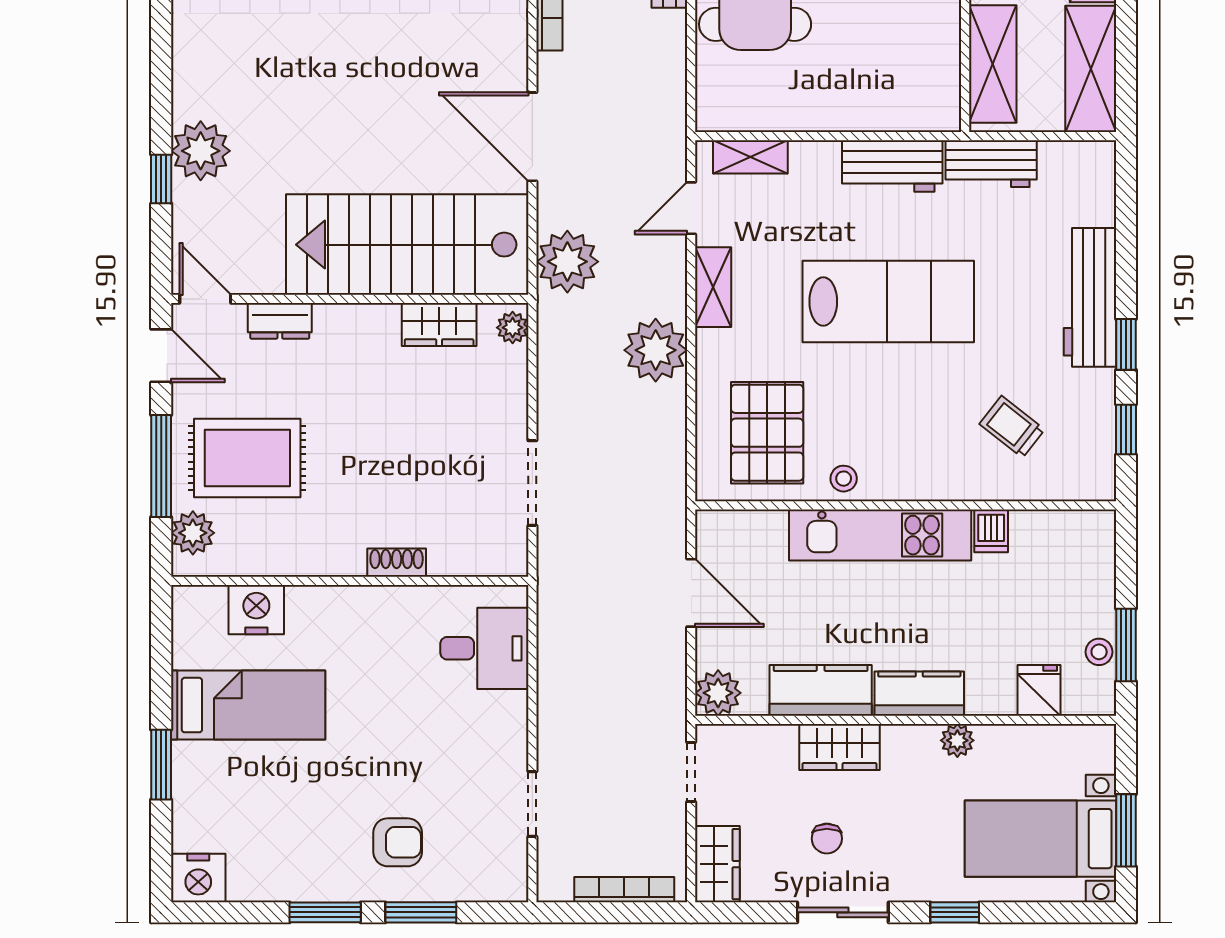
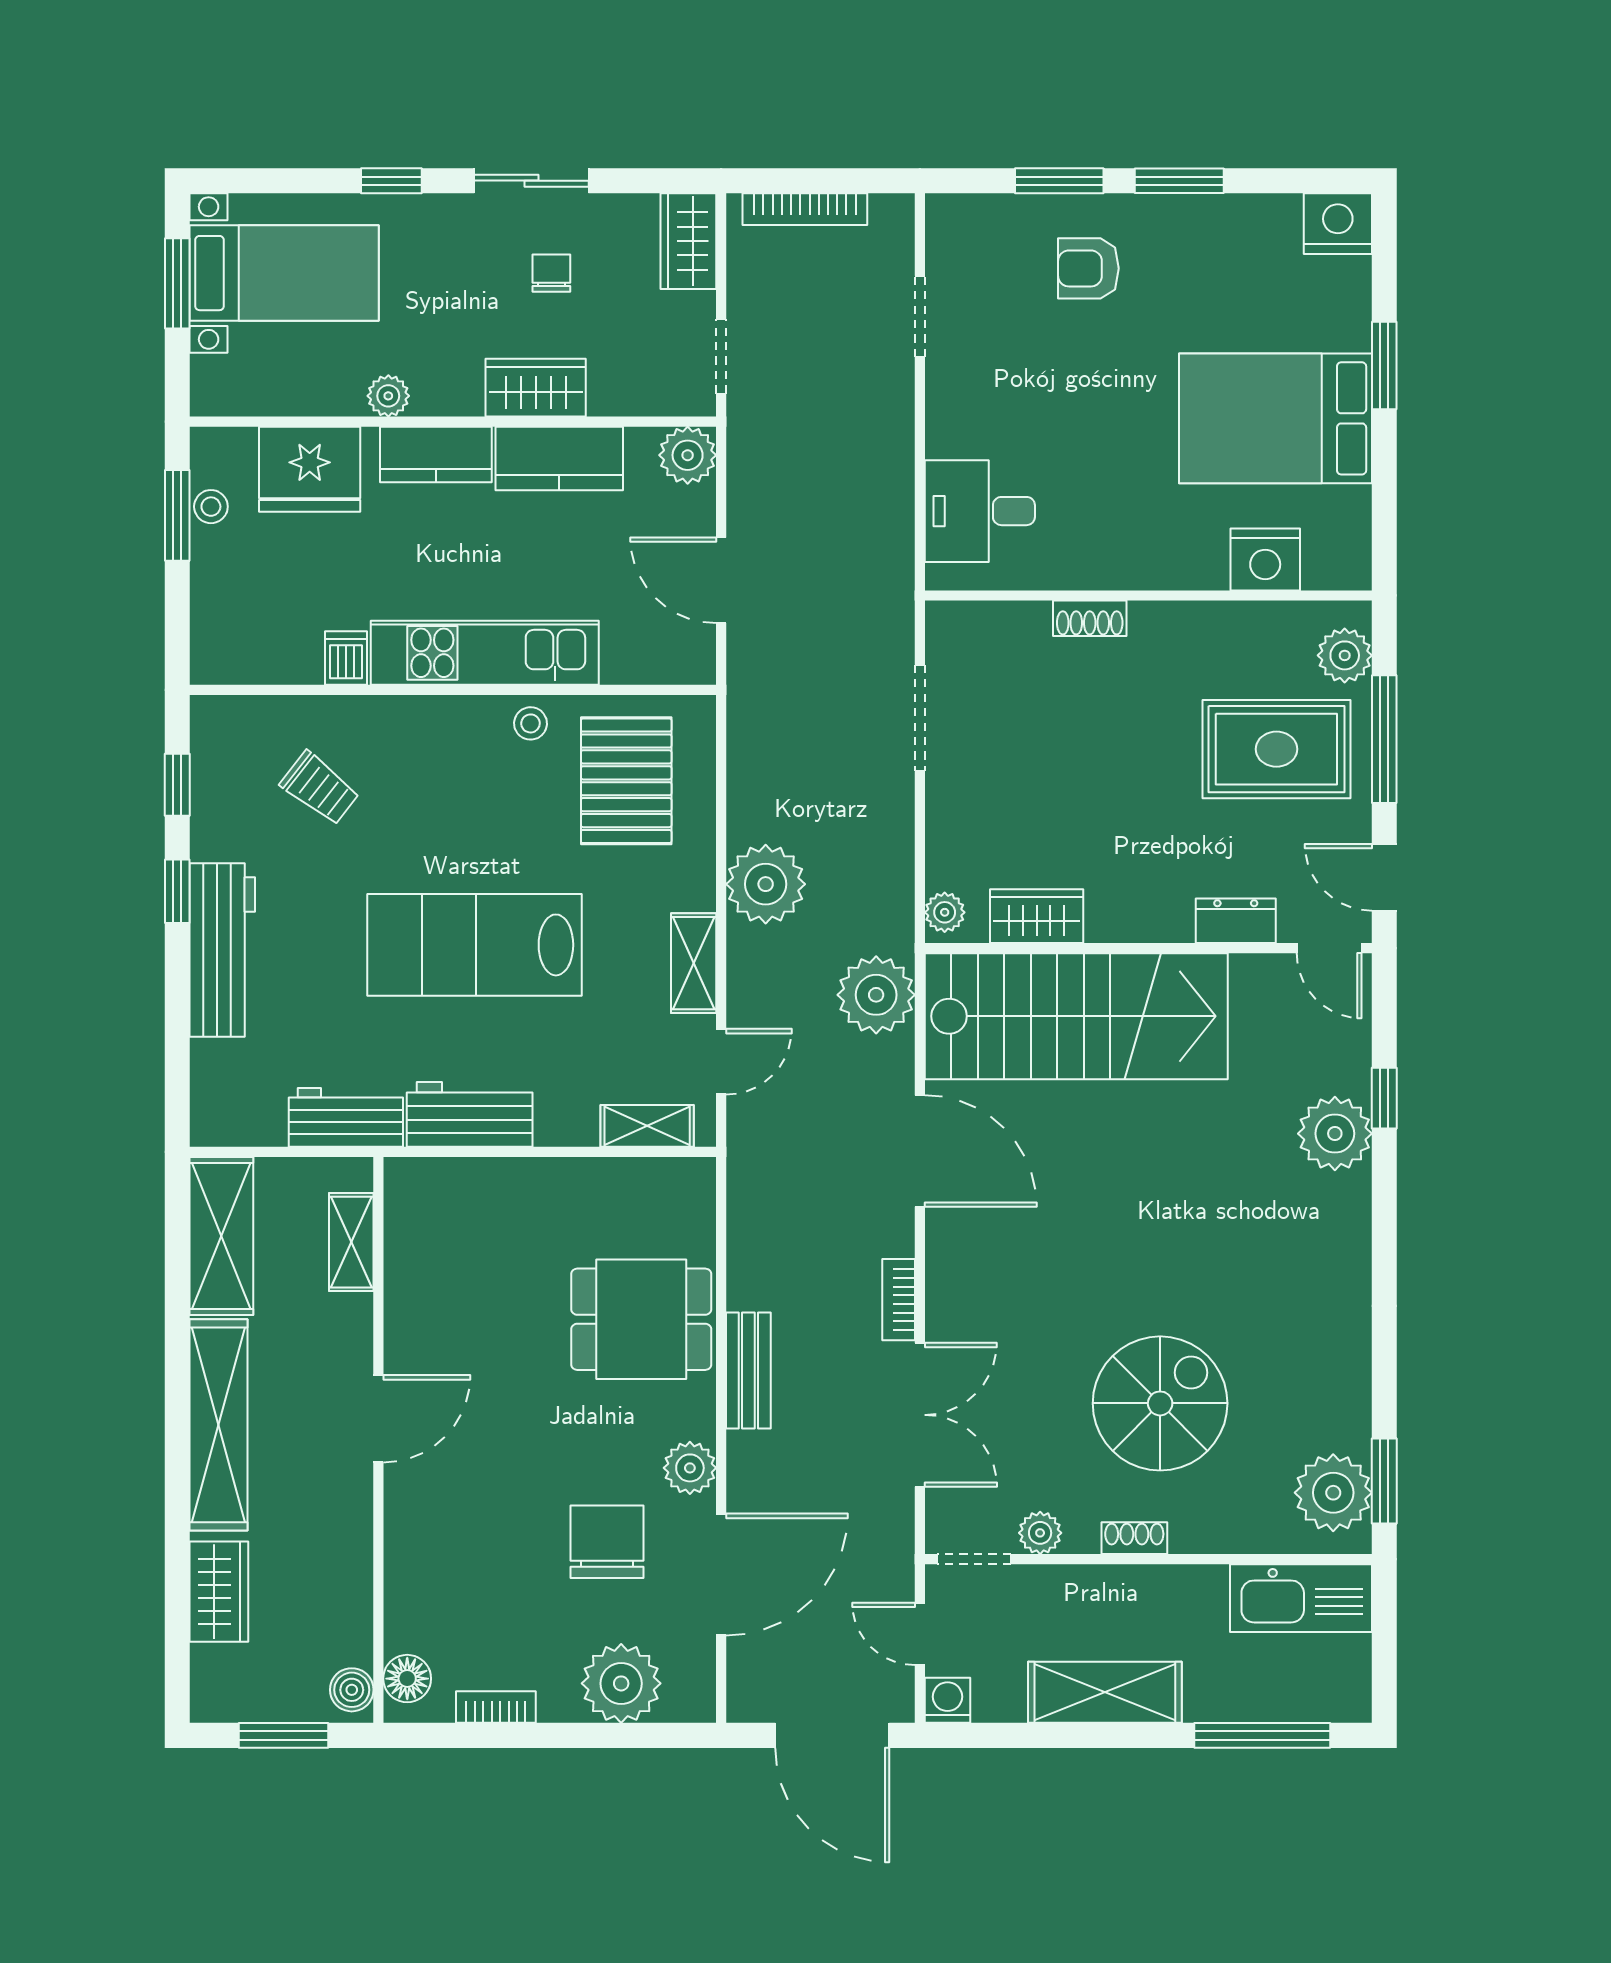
shelving: (993, 64) -> (351, 1242), width x0.67, depth x0.75
fridge: (1039, 690) -> (310, 469), width x1.88, depth x1.34
bed: (248, 705) -> (1275, 418), width x1.50

